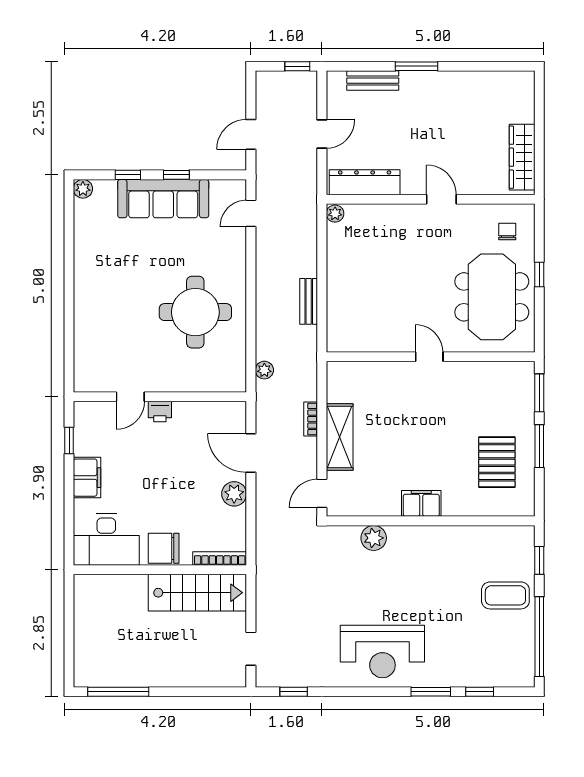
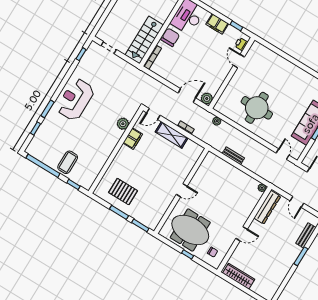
printer: (160, 412) -> (241, 44), moved
door: (322, 493) -> (153, 114), swing flipped
plant: (234, 494) -> (207, 98), moved
filing cabinet: (421, 503) -> (133, 139), moved

